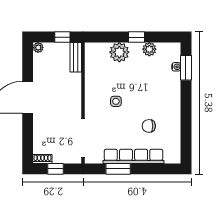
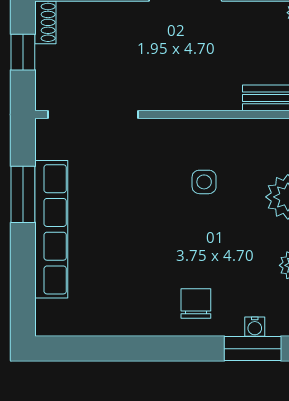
side table: (116, 101) -> (204, 182), moved
chair: (149, 126) -> (196, 303), moved

